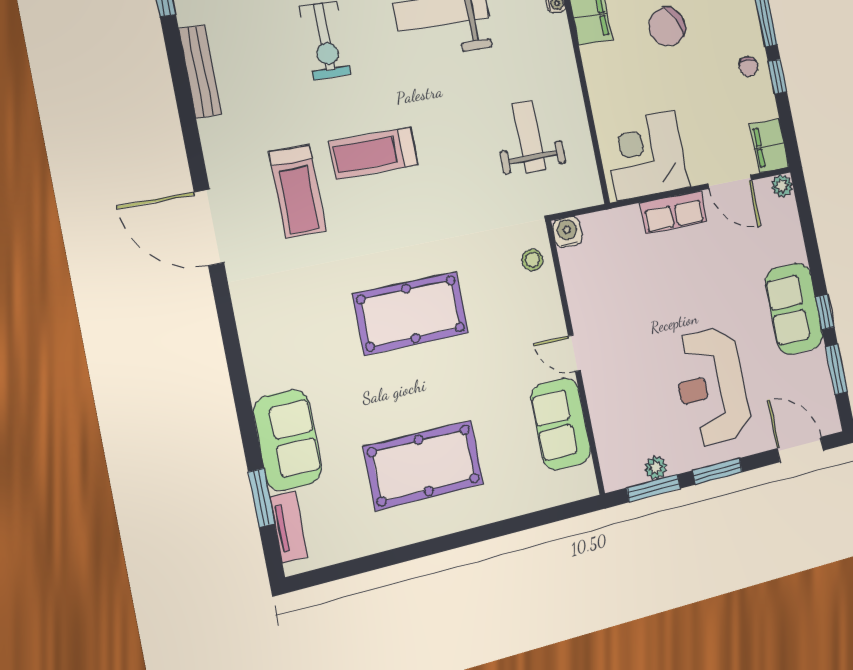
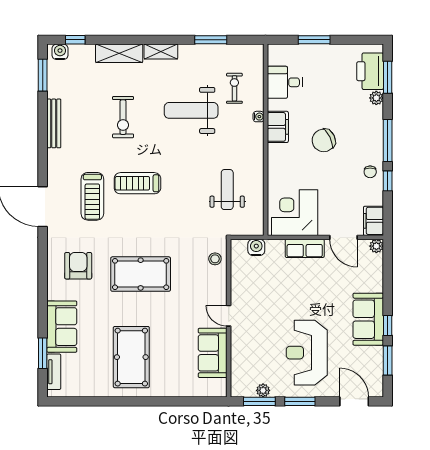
water cooler: (567, 232) -> (256, 247), moved
armchair: (296, 322) -> (78, 266), added
pool table: (424, 465) -> (131, 357), turned 90

